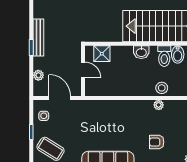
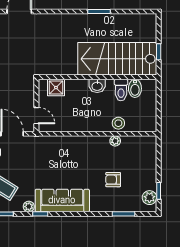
door: (83, 70) -> (36, 116), moved

